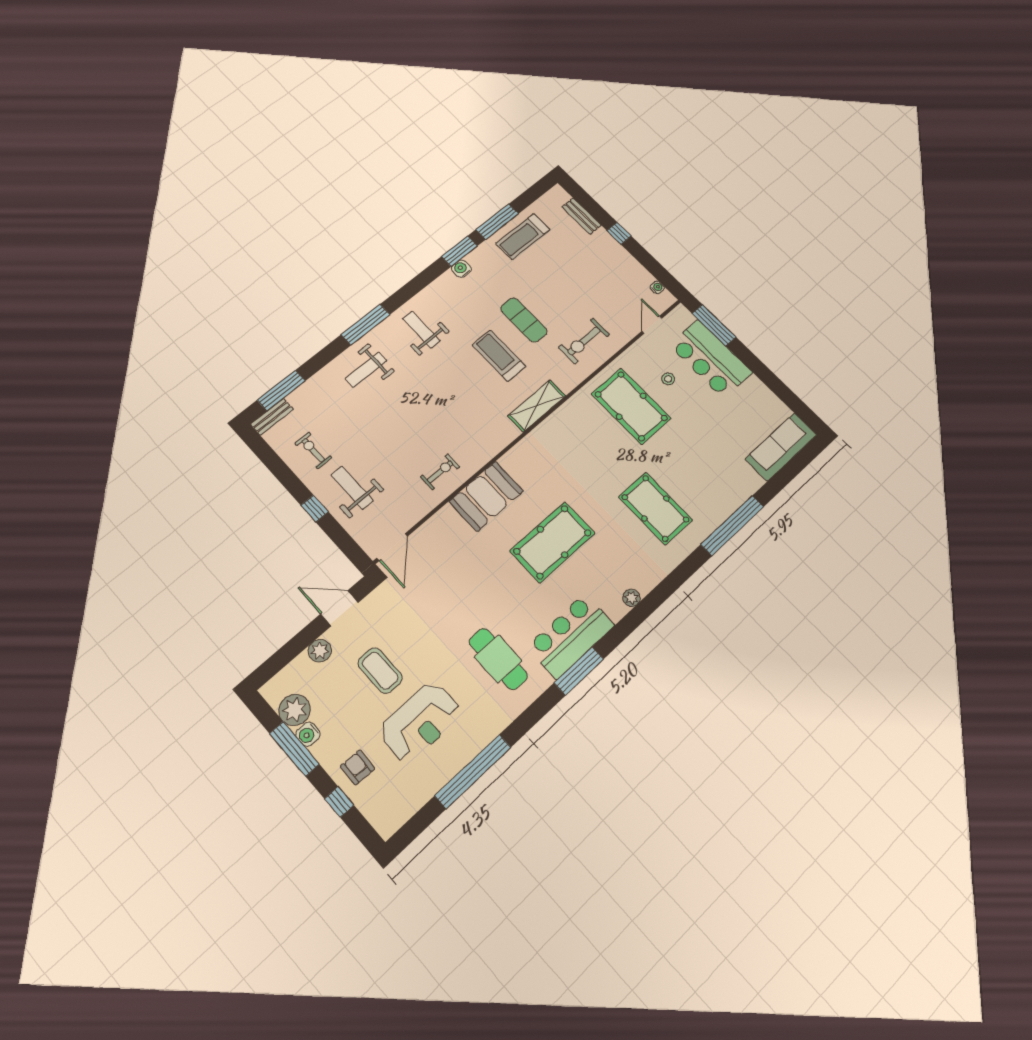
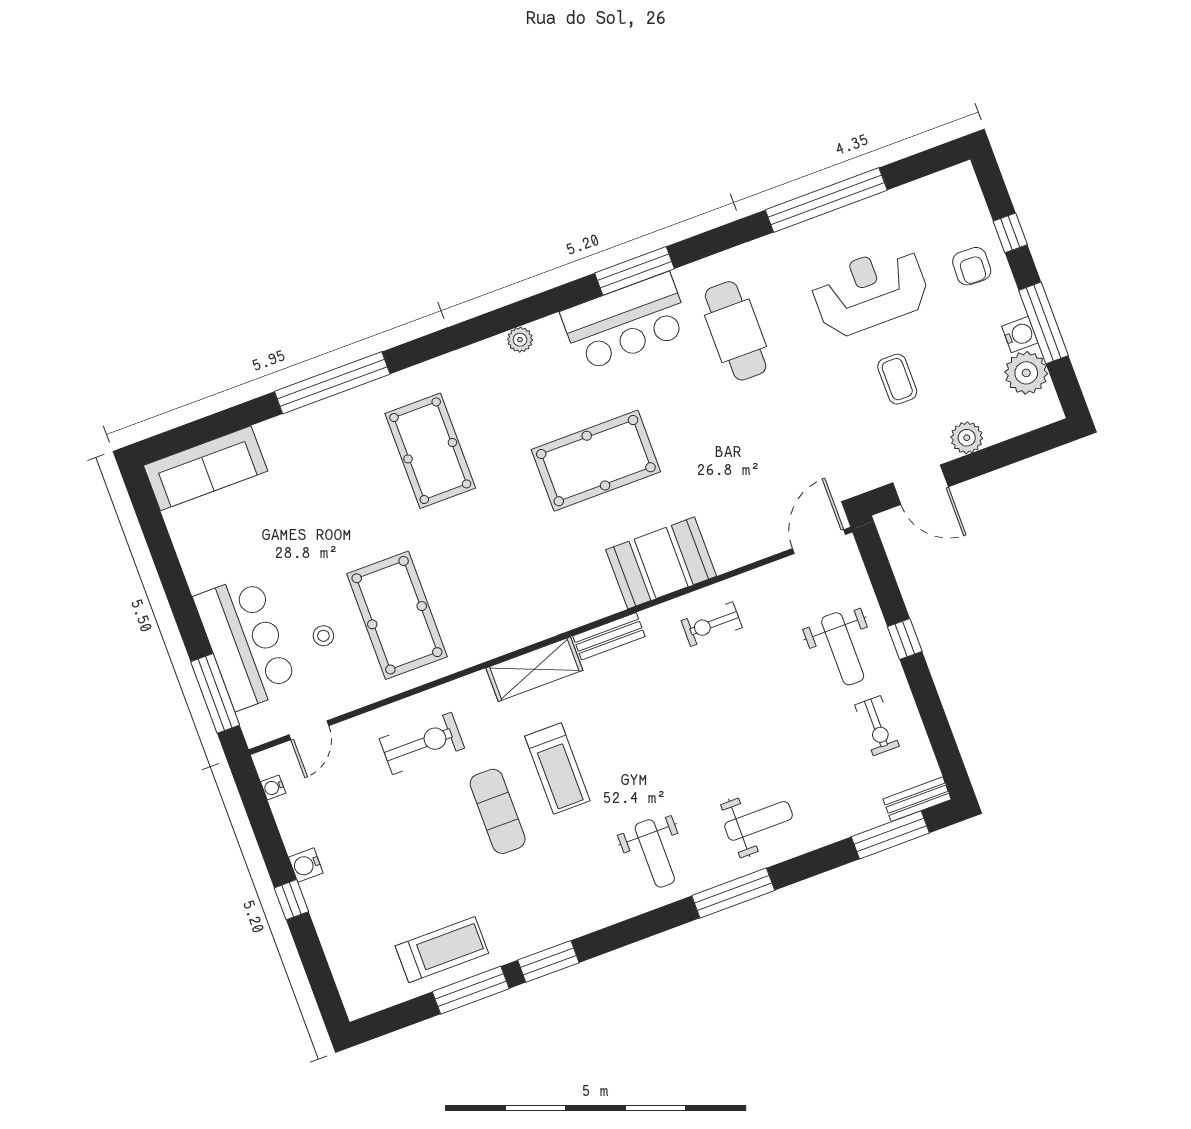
bench: (582, 216) -> (609, 636), moved, turned 90
water cooler: (461, 269) -> (306, 865), moved, turned 90
coffee table: (380, 671) -> (897, 379), width x0.73, depth x0.77

